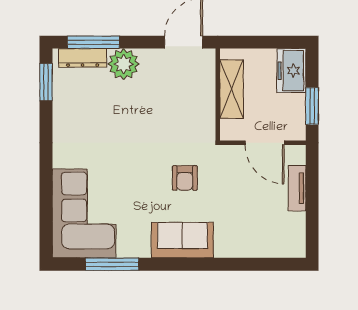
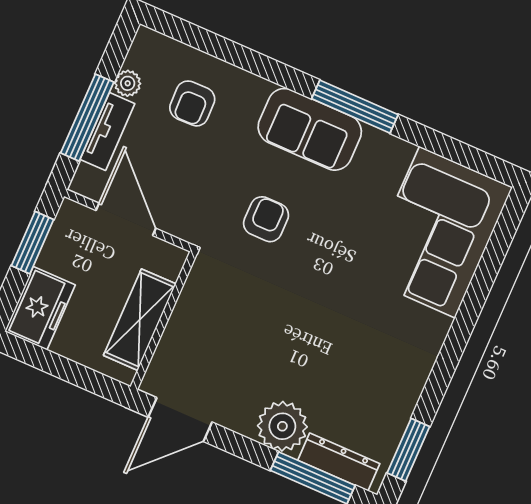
window: (312, 191) -> (87, 118), added
plant: (298, 221) -> (128, 83), added
armchair: (256, 225) -> (192, 103), added
window: (112, 264) -> (355, 107), moved

